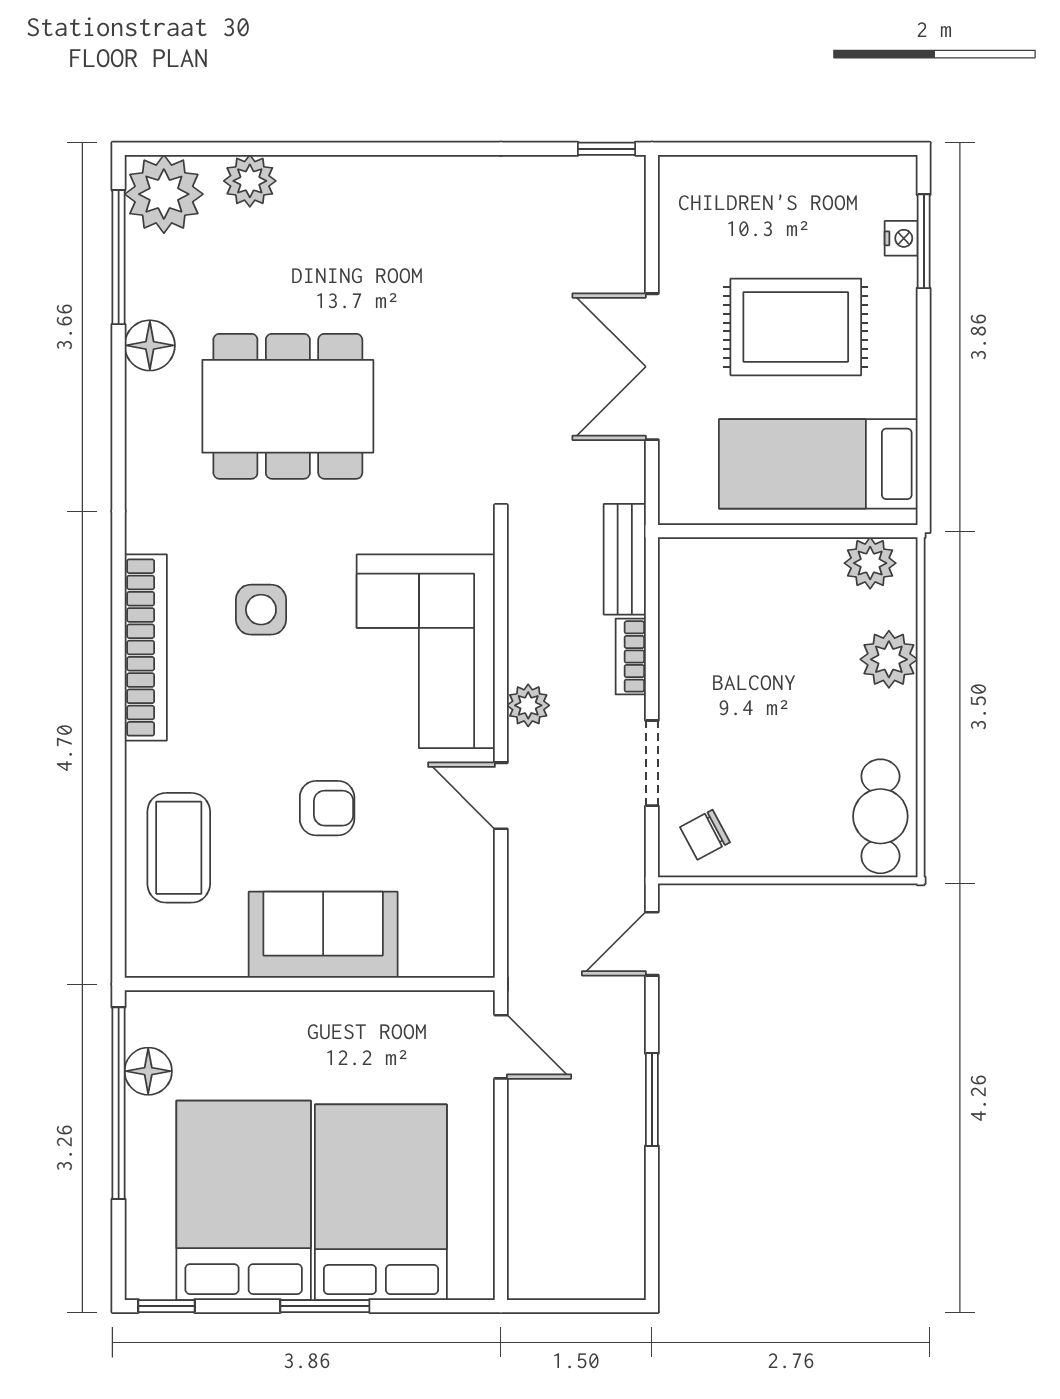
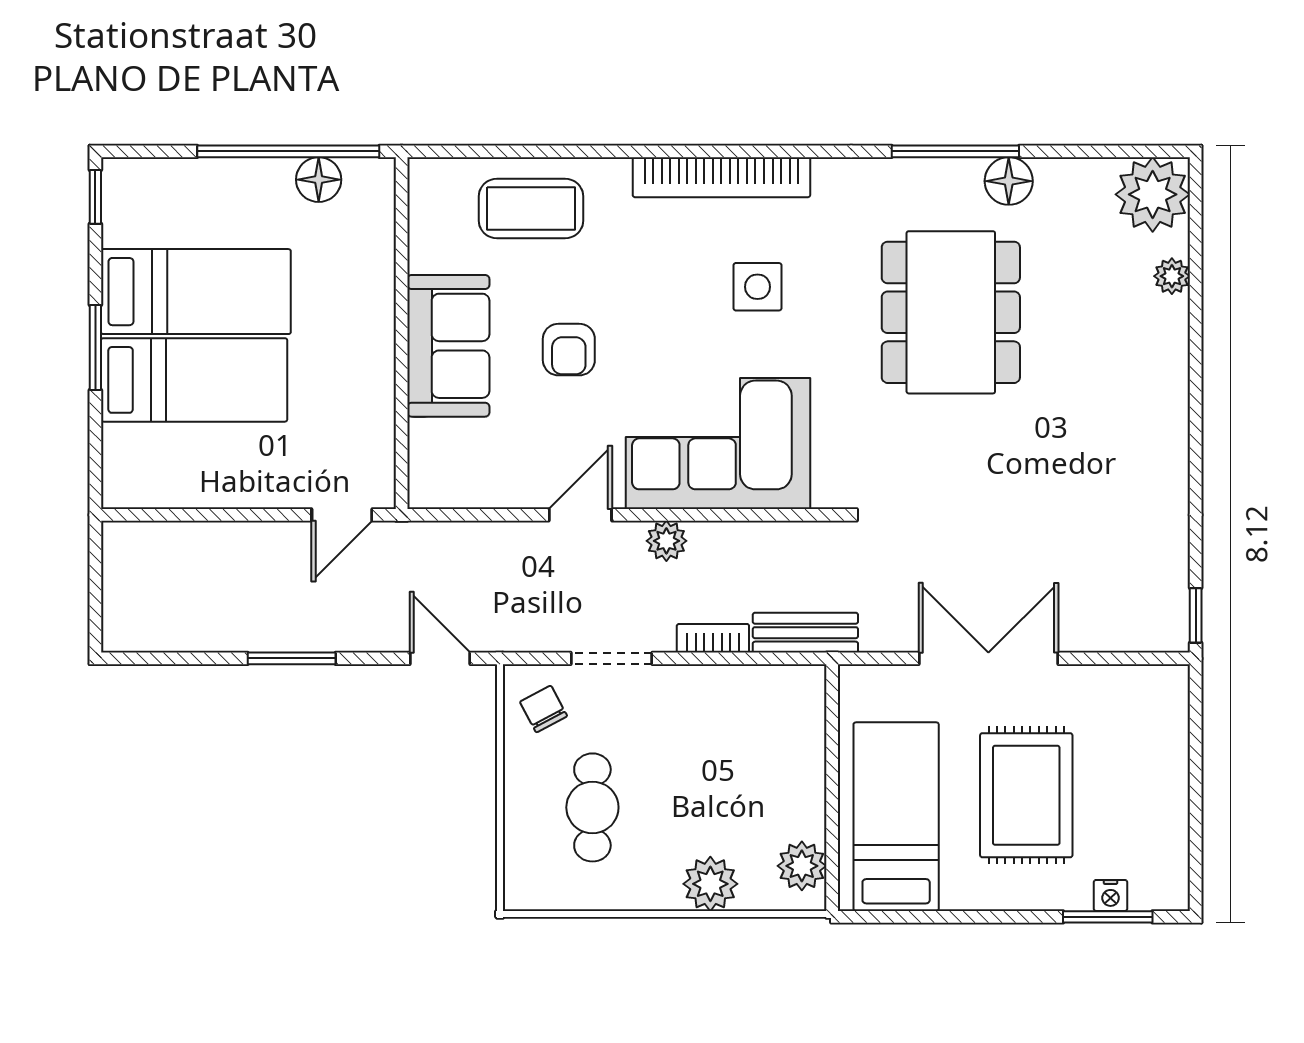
plant: (250, 181) -> (1172, 276), width x0.73, depth x0.73
window: (119, 257) -> (955, 151), moved
cafe table: (880, 816) -> (592, 807), moved, turned 90
bed: (244, 1200) -> (196, 292), width x0.67
bed: (381, 1202) -> (194, 380), width x0.67

